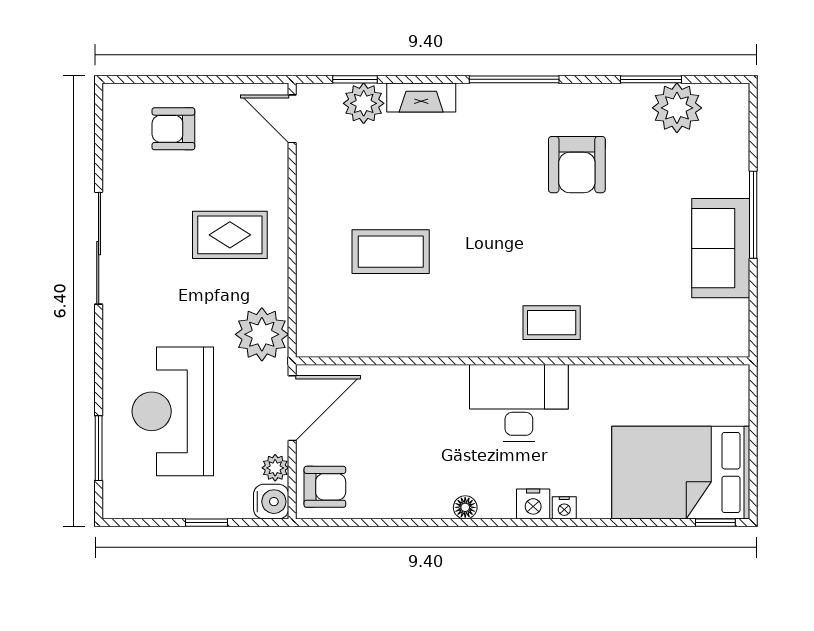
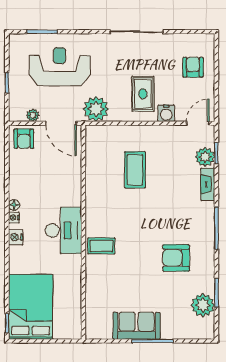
coffee table: (552, 323) -> (101, 246), turned 90
water cooler: (271, 502) -> (166, 113), moved
nightstand: (564, 508) -> (14, 218), moved

